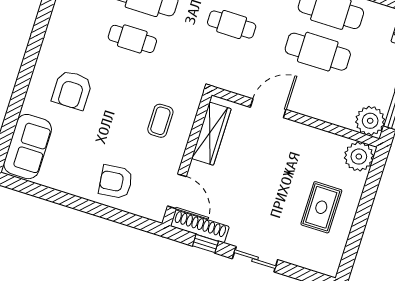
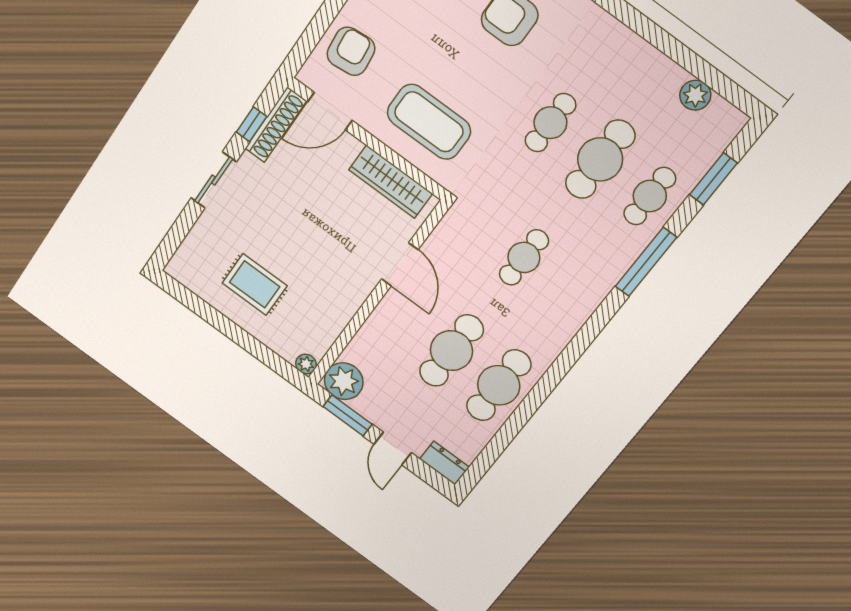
coffee table: (160, 121) -> (429, 122), width x1.86, depth x1.72
plant: (359, 157) -> (306, 364), width x0.53, depth x0.53
armchair: (116, 182) -> (351, 51), moved

